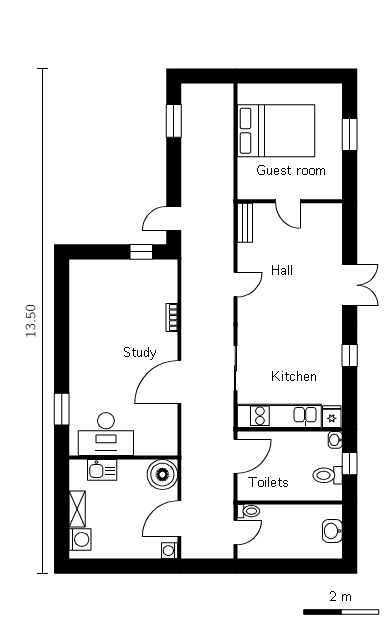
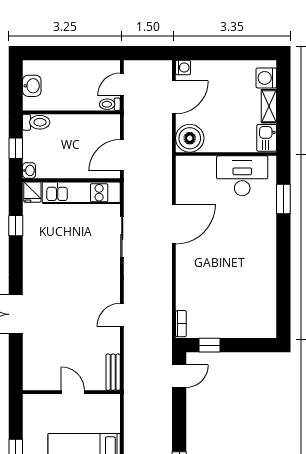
bookcase: (172, 318) -> (181, 324), moved
window: (350, 355) -> (16, 226), moved
kitchen sink: (102, 470) -> (267, 138), moved, turned -90
toilet: (328, 475) -> (36, 122), moved

